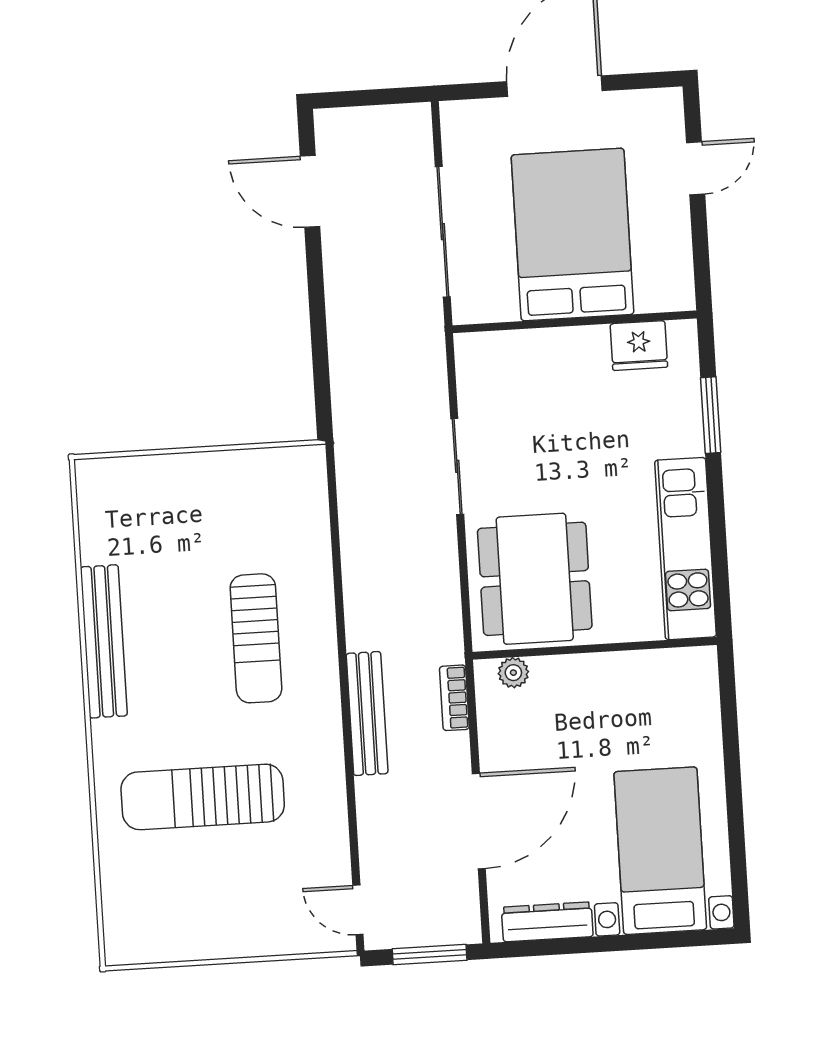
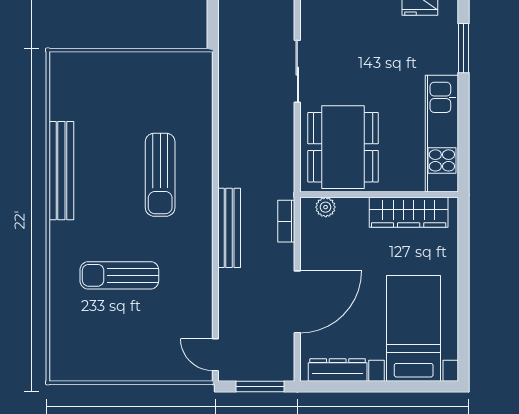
wardrobe: (642, 673) -> (409, 212), added
sun lounger: (203, 797) -> (119, 275), width x0.73, depth x0.75

